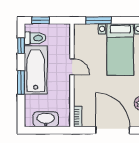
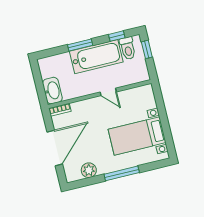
window: (98, 20) -> (161, 107), removed
door: (72, 67) -> (108, 92), hinge flipped
washbasin: (46, 119) -> (52, 91), moved

